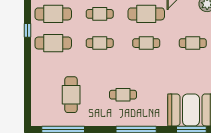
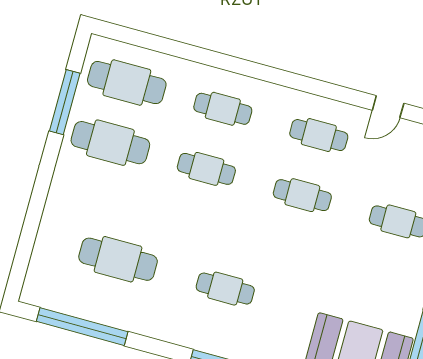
cafe table: (146, 14) -> (319, 135), width x0.73, depth x0.74
window: (28, 30) -> (65, 102), width x2.17
cafe table: (71, 95) -> (118, 259), turned 90

